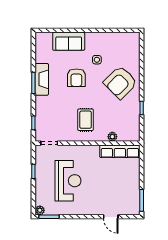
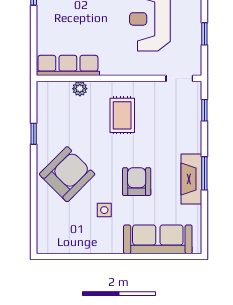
sofa: (69, 41) -> (158, 239), width x1.36

